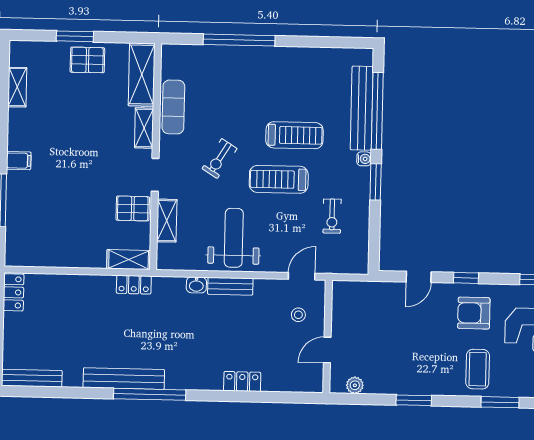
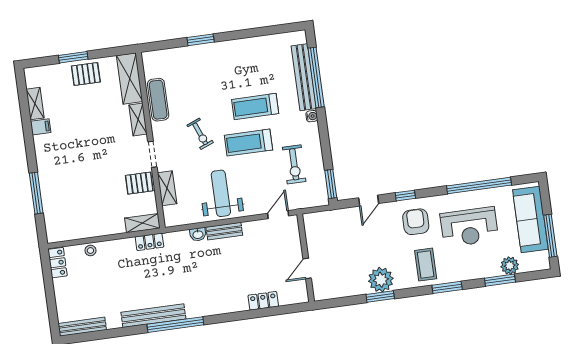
window: (239, 40) -> (201, 40), width x0.47
treadmill: (294, 135) -> (255, 106), turned 180
exercise bike: (220, 159) -> (200, 134), turned -54
filing cabinet: (19, 161) -> (41, 127), moved
window: (376, 182) -> (331, 184), moved
exercise bike: (332, 216) -> (294, 164), width x1.38, depth x1.39
armchair: (474, 313) -> (416, 222), turned 90
stool: (298, 315) -> (90, 250), moved
locker: (242, 382) -> (263, 301), moved
plant: (355, 385) -> (381, 280), moved, width x1.88, depth x1.88

